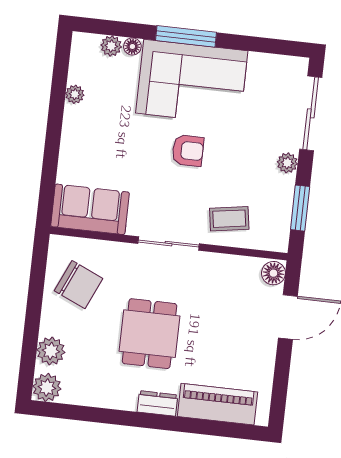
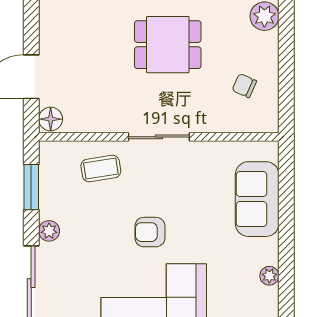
sofa: (90, 209) -> (257, 199), moved, turned 90
chair: (79, 285) -> (244, 86), width x0.54, depth x0.54
dining table: (150, 334) -> (168, 45), turned 90

